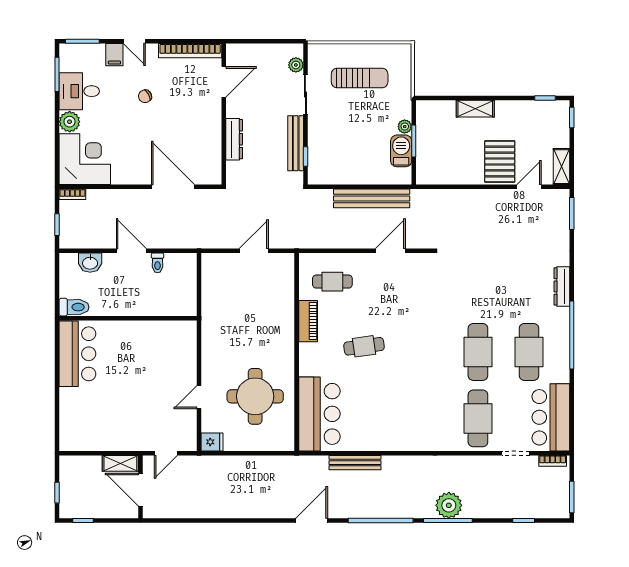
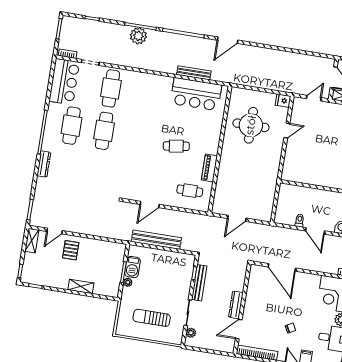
dresser: (234, 139) -> (236, 305), moved
pallet: (500, 161) -> (71, 250), width x0.67, depth x0.71
bar counter: (319, 414) -> (196, 94), moved, turned -90

